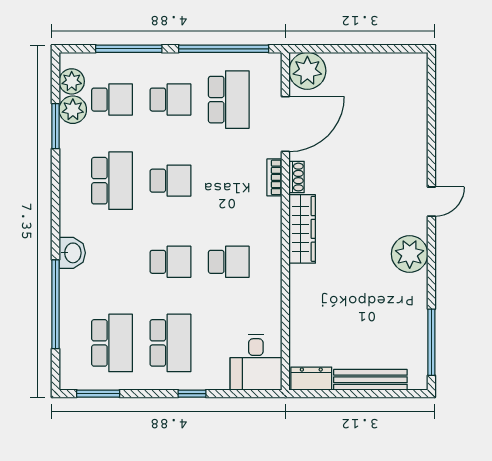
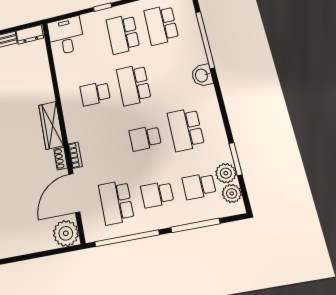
school desk: (170, 262) -> (134, 85), width x1.85

